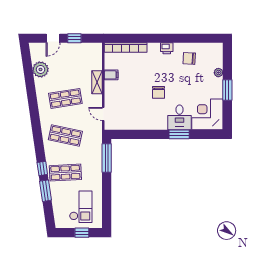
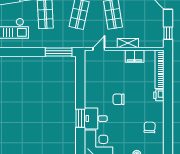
window: (74, 38) -> (168, 33), moved
printer: (167, 48) -> (159, 95), moved
filing cabinet: (111, 75) -> (135, 56), width x2.00

